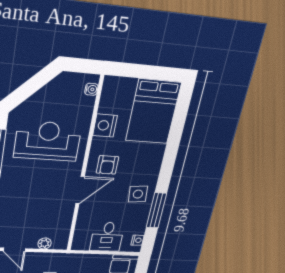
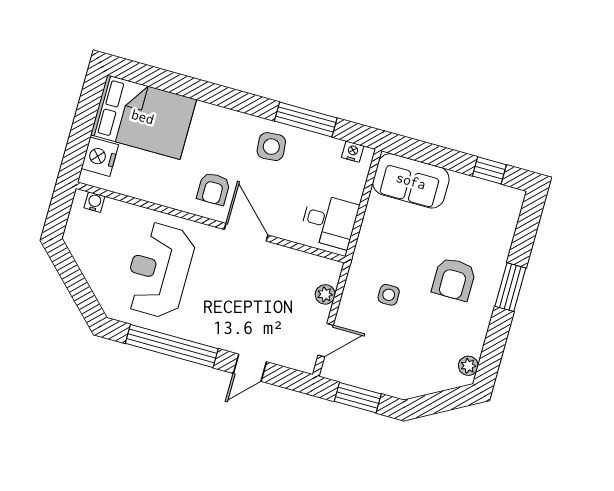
nightstand: (105, 125) -> (100, 157), moved, turned 90
armchair: (107, 165) -> (213, 189), turned 90
desk: (107, 237) -> (329, 221), moved

